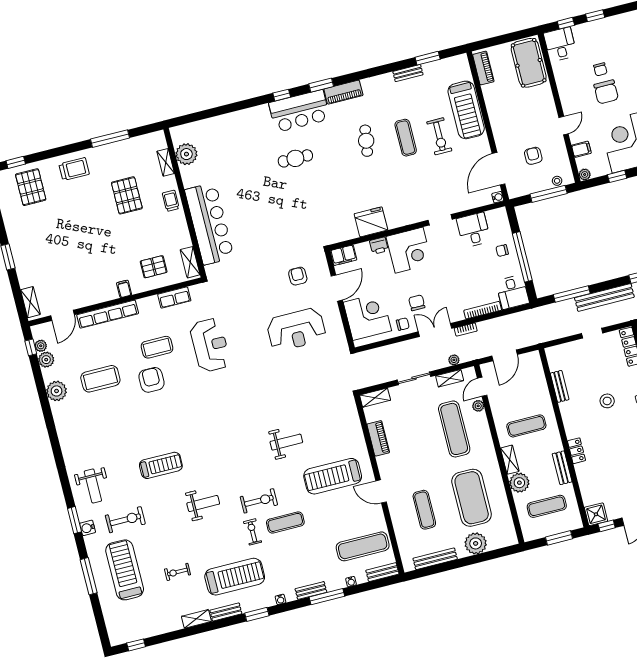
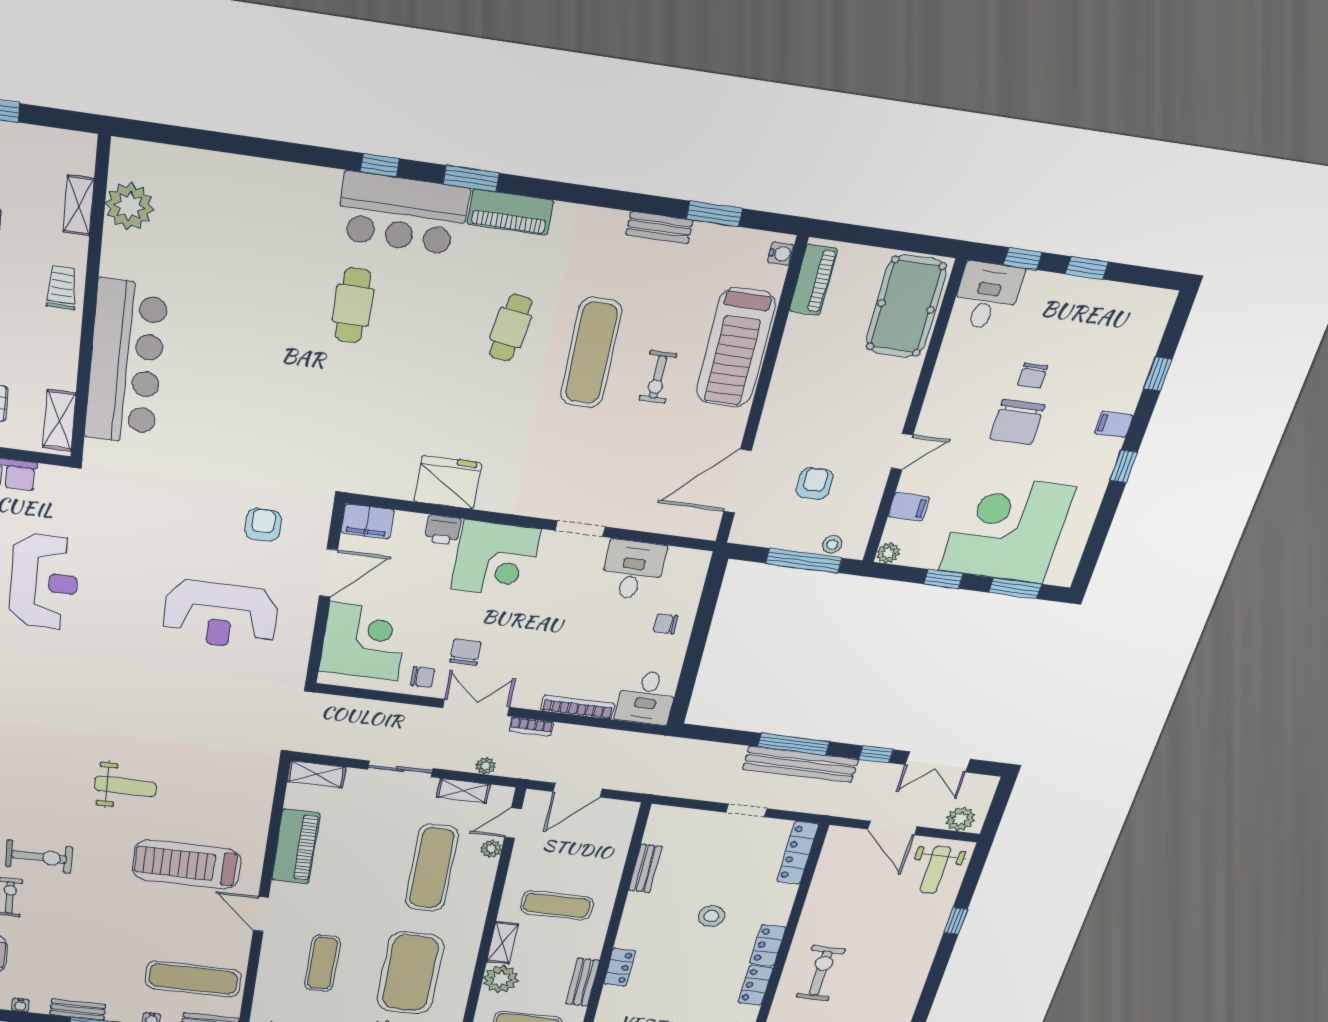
exercise bike: (439, 136) -> (658, 377), width x0.73, depth x0.72
exercise mat: (406, 138) -> (591, 353), width x1.36, depth x1.45
cafe table: (295, 158) -> (353, 305), turned 90
water cooler: (498, 197) -> (781, 254), moved
window: (522, 257) -> (696, 648), removed
window: (572, 294) -> (794, 744), moved
piano: (378, 438) -> (296, 847), width x1.37, depth x1.33
exercise mat: (285, 522) -> (74, 903), removed

